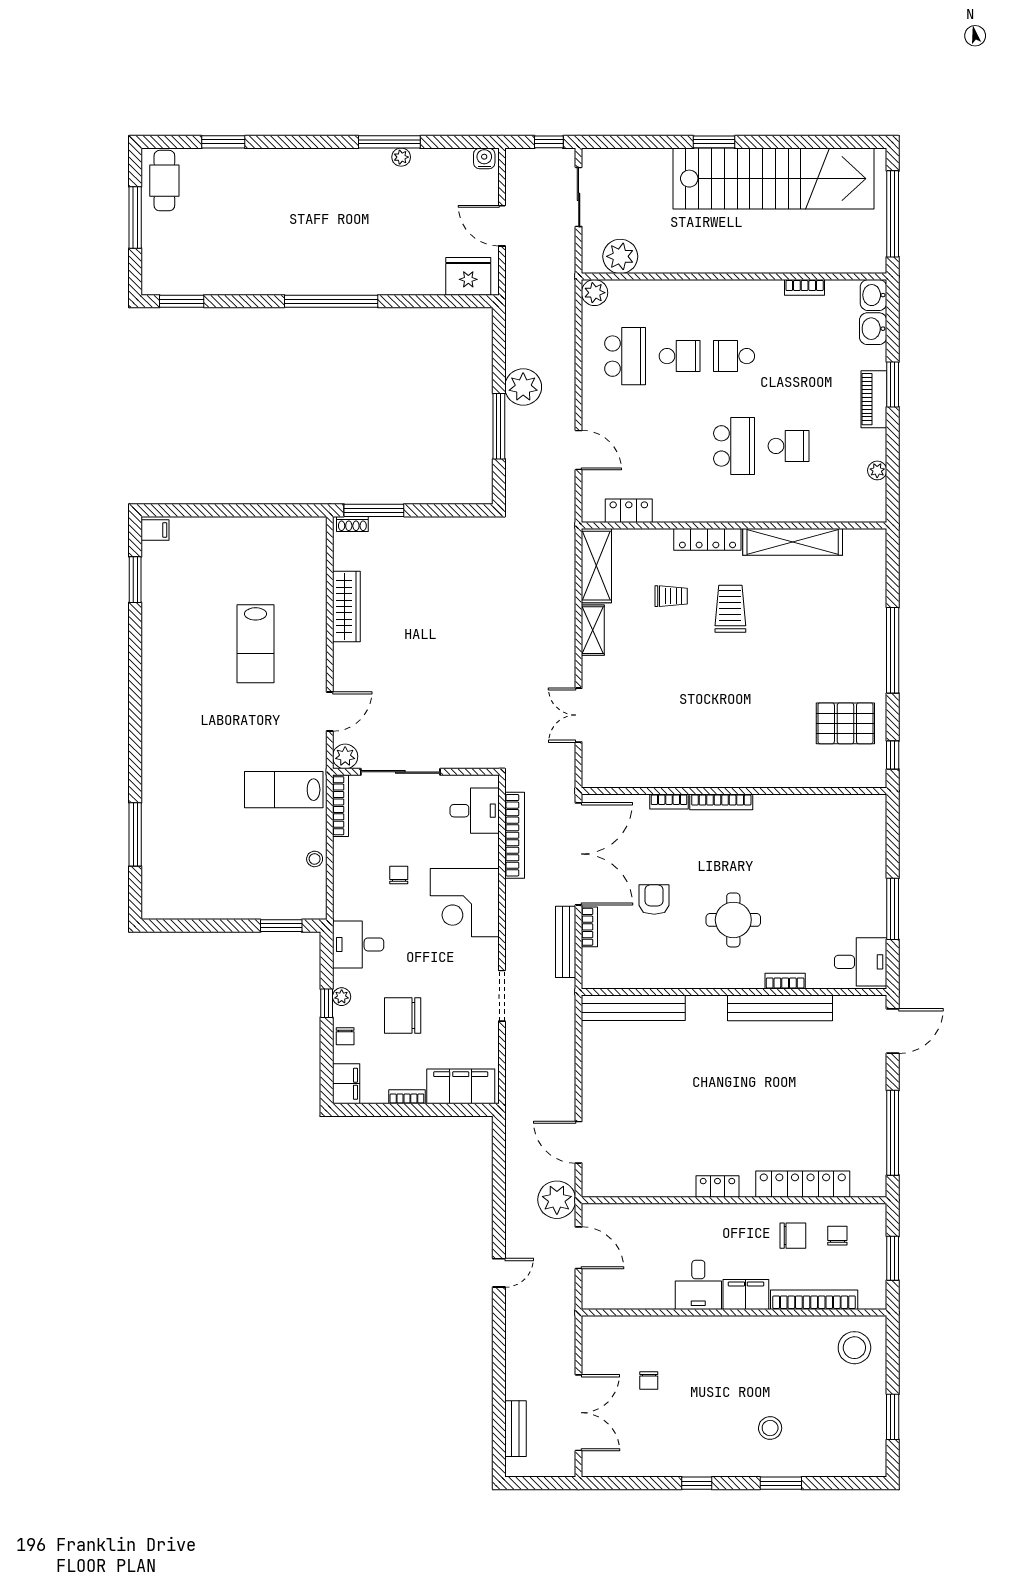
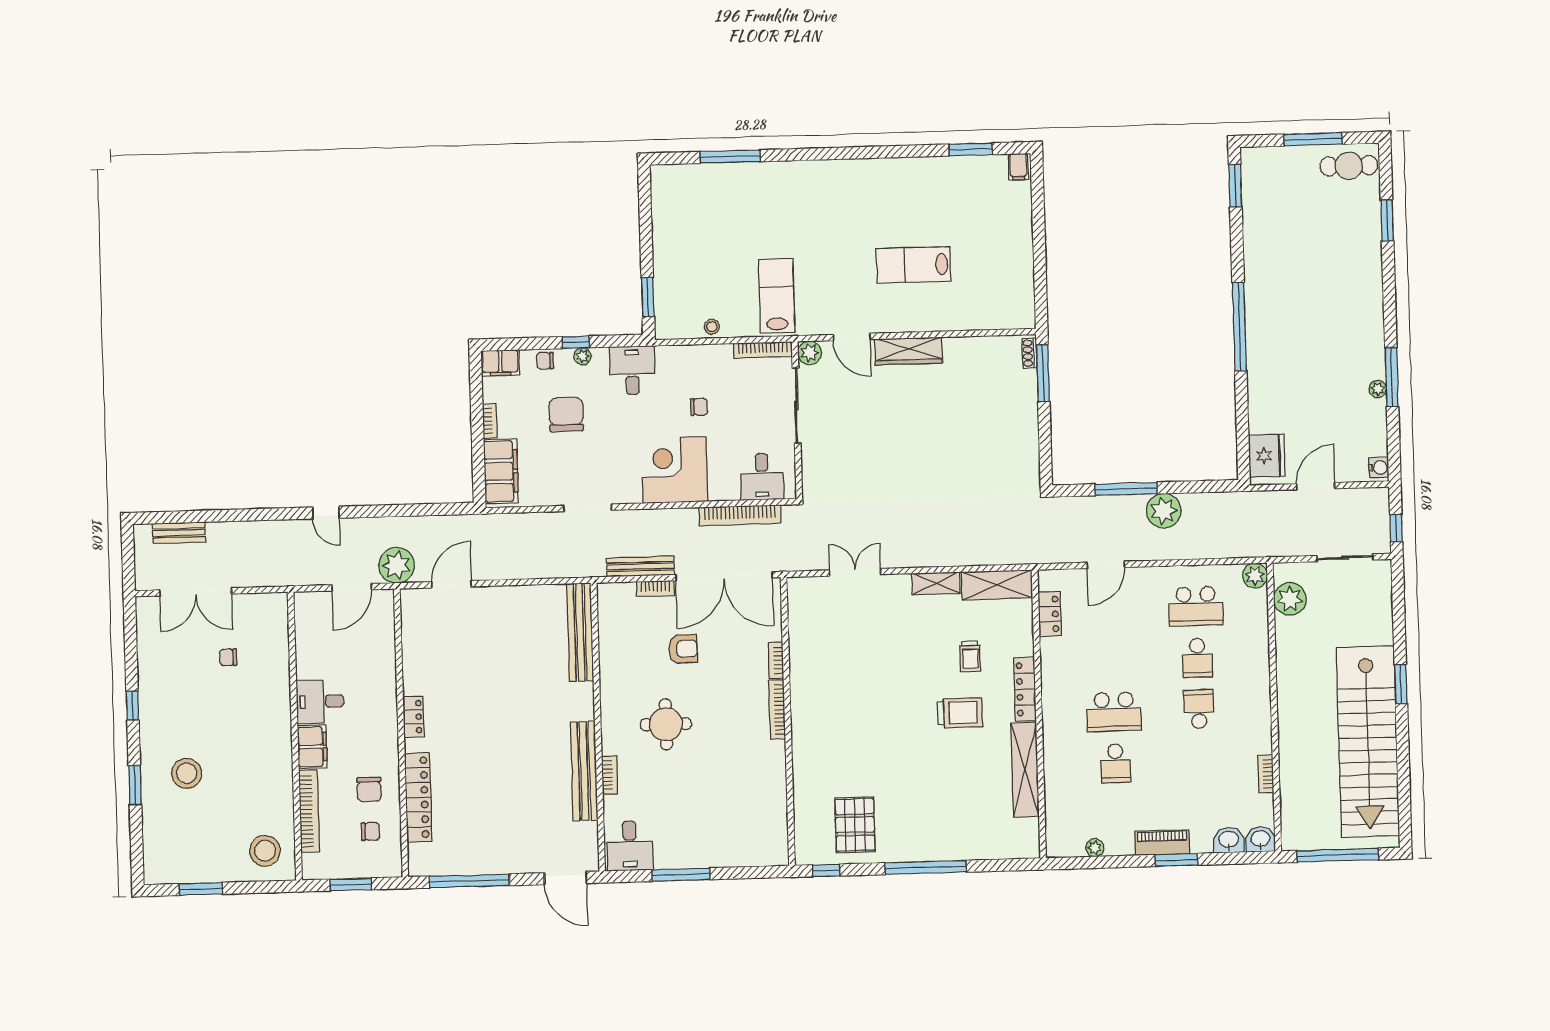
wardrobe: (346, 607) -> (909, 351), moved
stool: (770, 1428) -> (187, 773), width x1.38, depth x1.38

